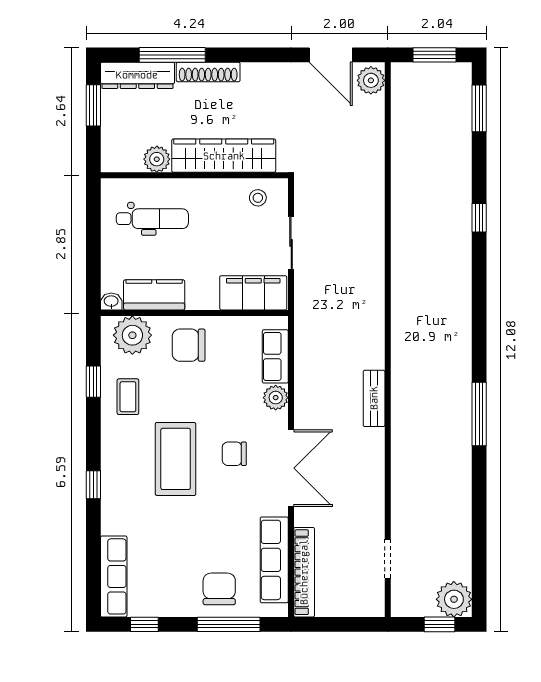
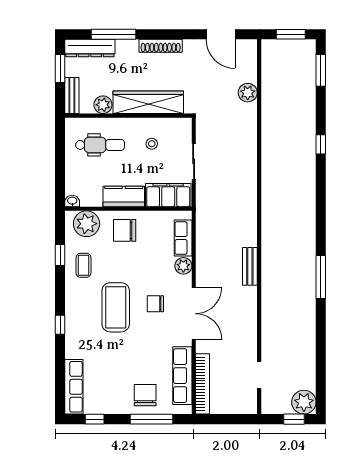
shoe rack: (208, 72) -> (161, 46), moved
plant: (371, 80) -> (248, 93), moved
bench: (111, 145) -> (72, 95), added
stool: (258, 198) -> (152, 144), moved
kitchen counter: (154, 295) -> (124, 196), moved

